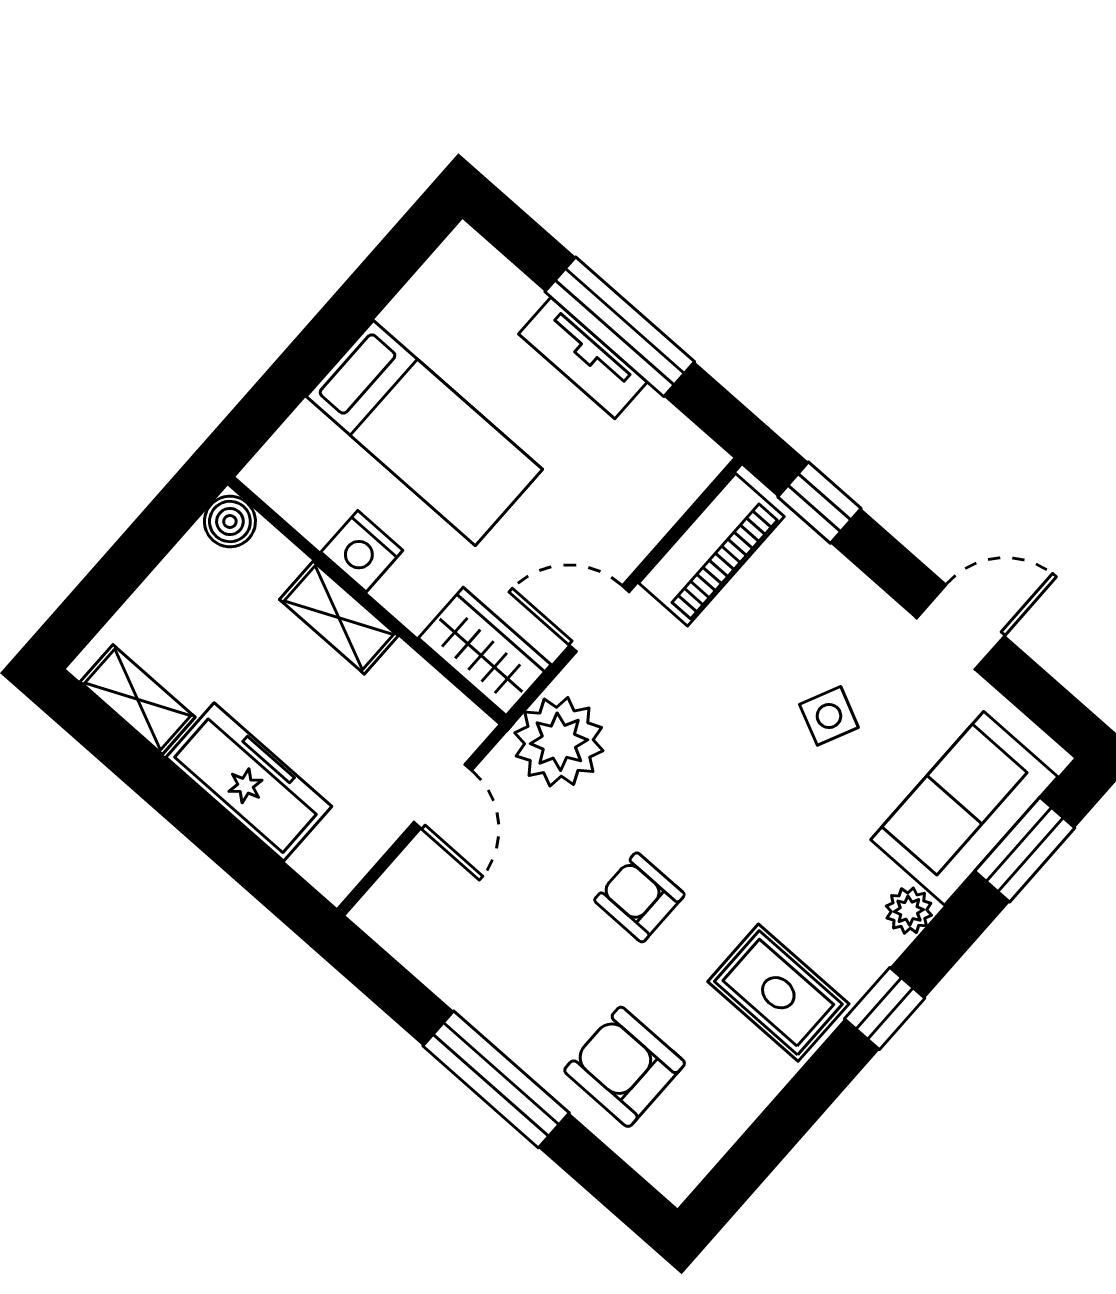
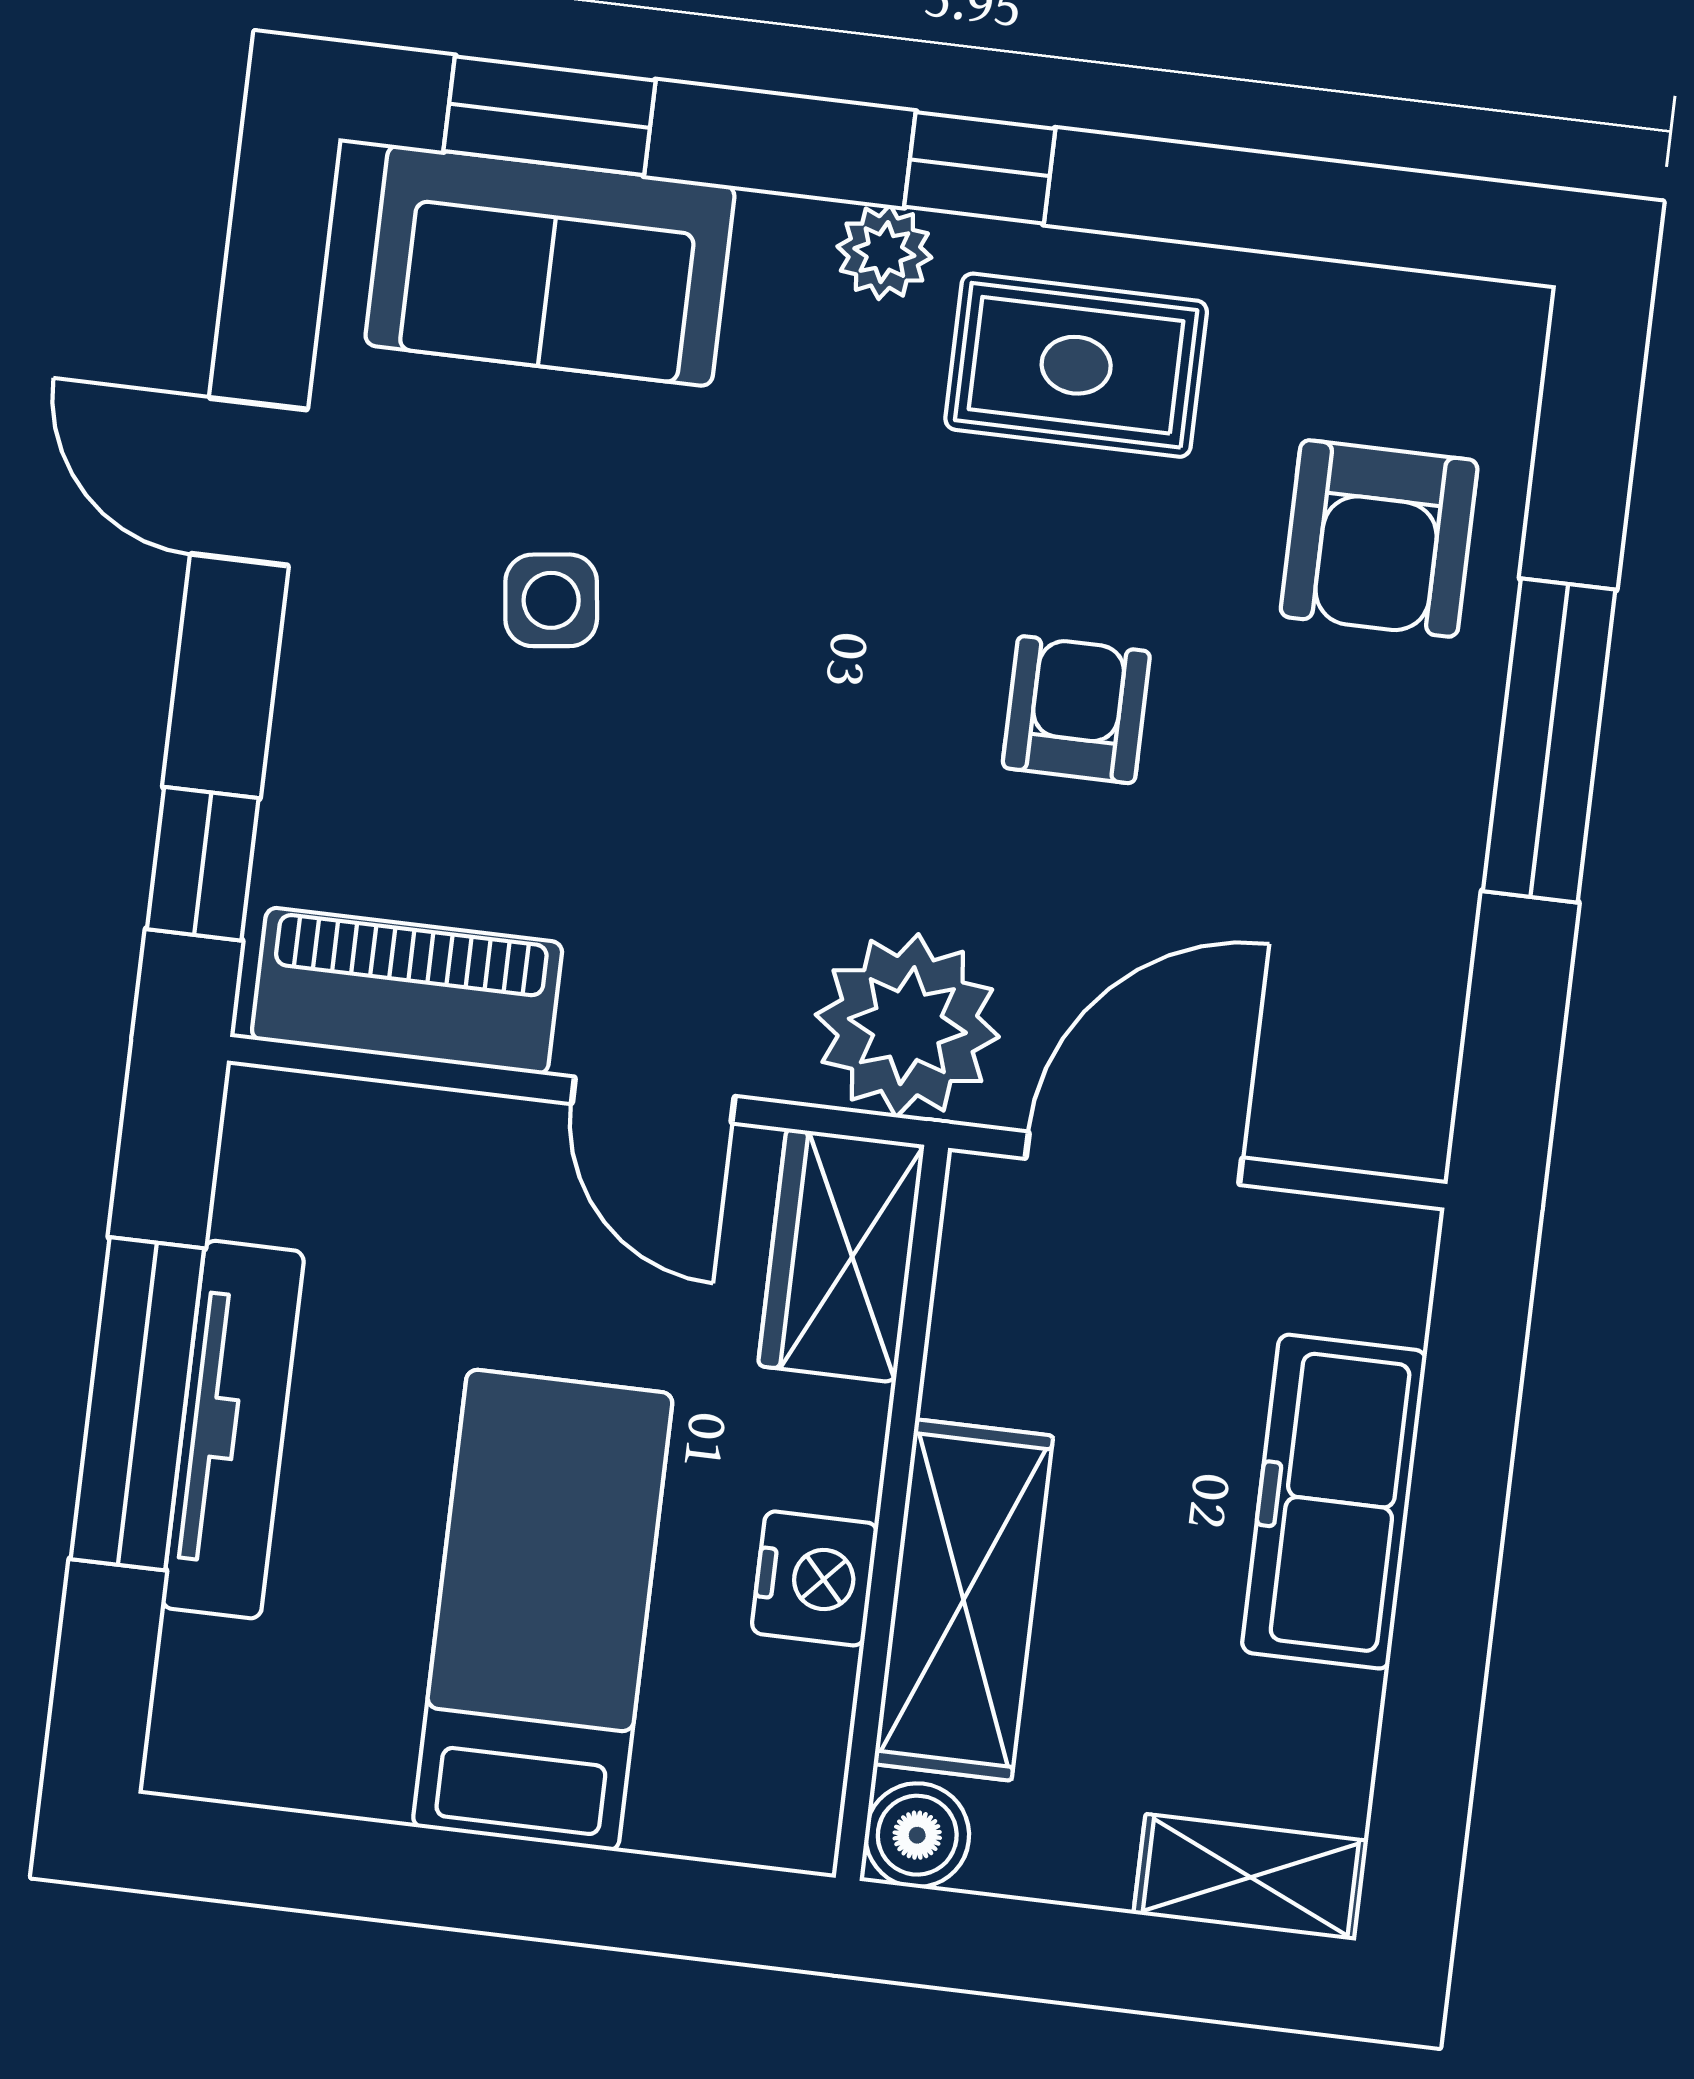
tv unit: (583, 358) -> (233, 1430), width x1.41
shelving: (339, 618) -> (963, 1600), width x1.50, depth x1.33
shelving: (138, 699) -> (1251, 1877), moved, turned 90
side table: (829, 716) -> (551, 600), turned -32
door: (443, 796) -> (1134, 1158), width x1.38
armchair: (639, 897) -> (1076, 710), turned 180
plant: (909, 911) -> (884, 252), moved
rug: (778, 993) -> (1076, 365), turned 90

